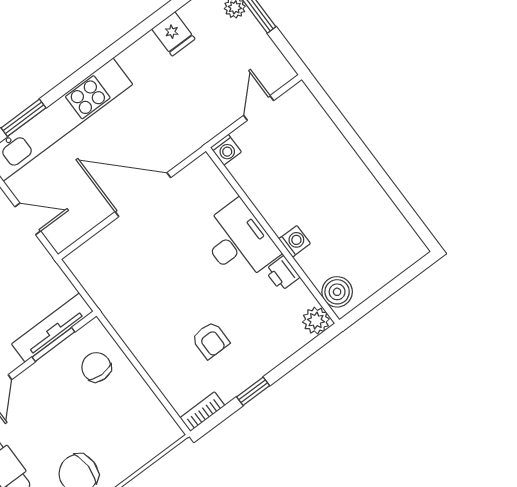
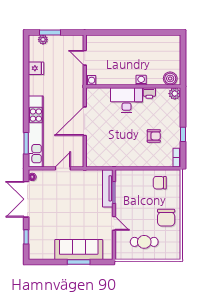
chair: (96, 367) -> (160, 183), moved

